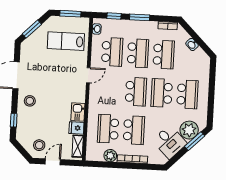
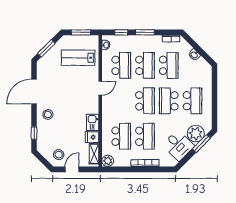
school desk: (108, 129) -> (121, 136), turned 180
plant: (110, 156) -> (108, 161), moved

